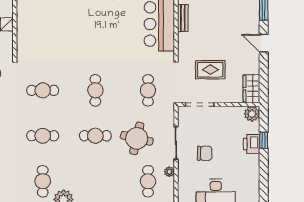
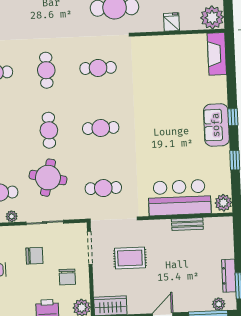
rug: (210, 70) -> (130, 258), turned 90
cafe table: (43, 90) -> (98, 68), turned 90
chair: (224, 125) -> (67, 277), added
chair: (205, 153) -> (34, 256), turned -90

